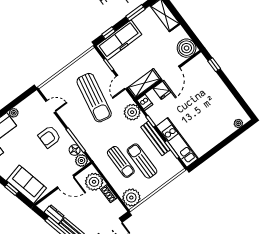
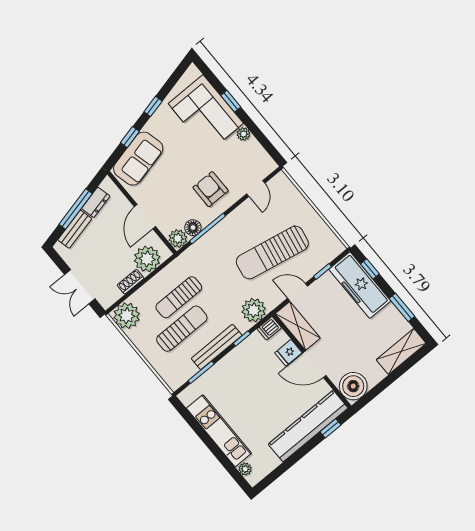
kitchen counter: (212, 80) -> (308, 426), added
kitchen unit: (177, 142) -> (219, 431), moved, turned -90

